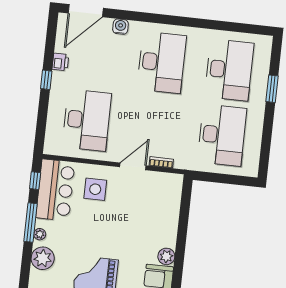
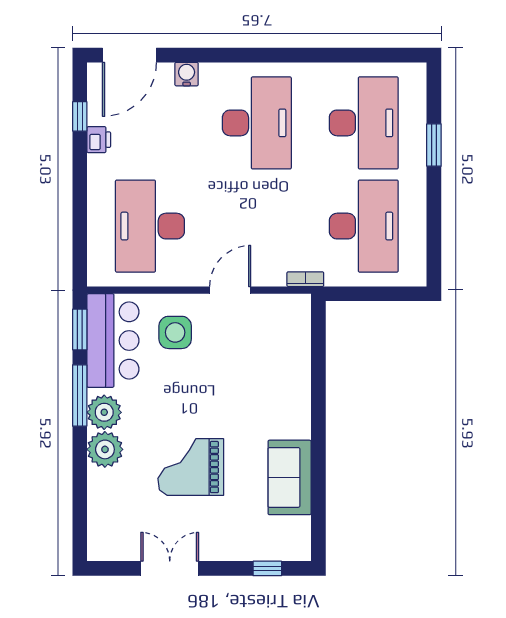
window: (46, 80) -> (80, 116), moved
desk: (87, 120) -> (150, 226), turned 180
bookcase: (161, 162) -> (305, 279), moved
window: (35, 181) -> (80, 329), width x1.50
plant: (40, 234) -> (104, 412), width x1.88, depth x1.88
plant: (166, 256) -> (298, 425), removed

